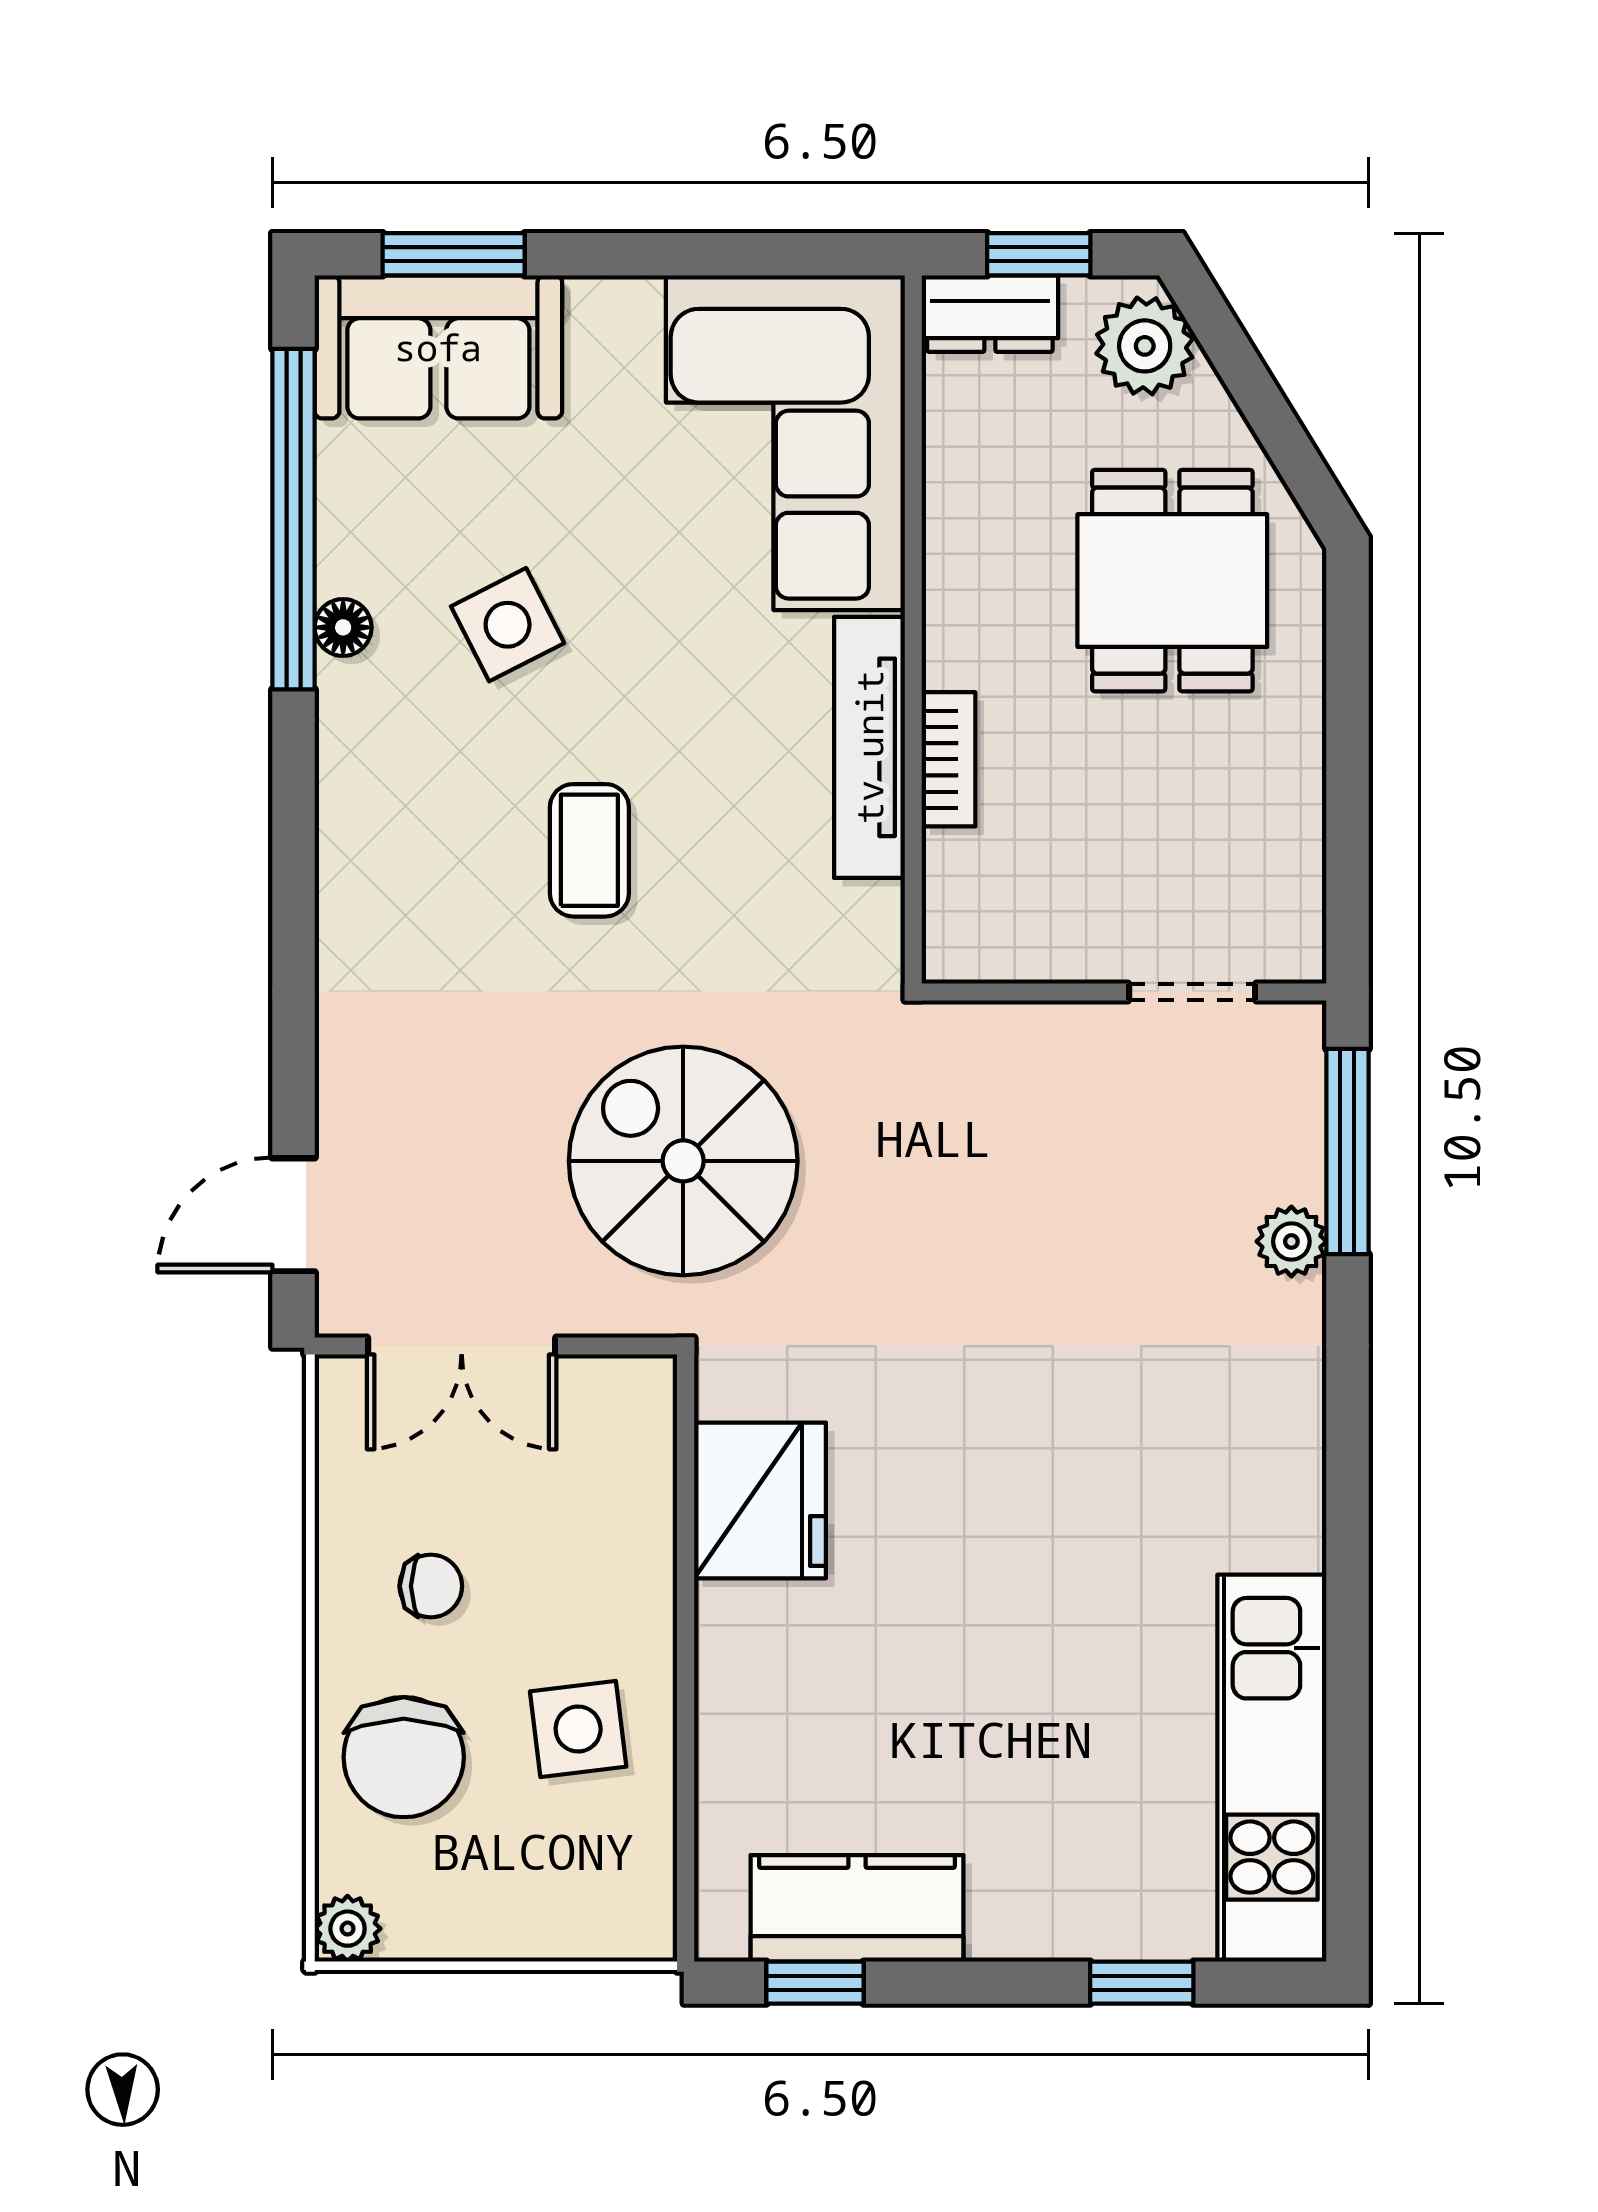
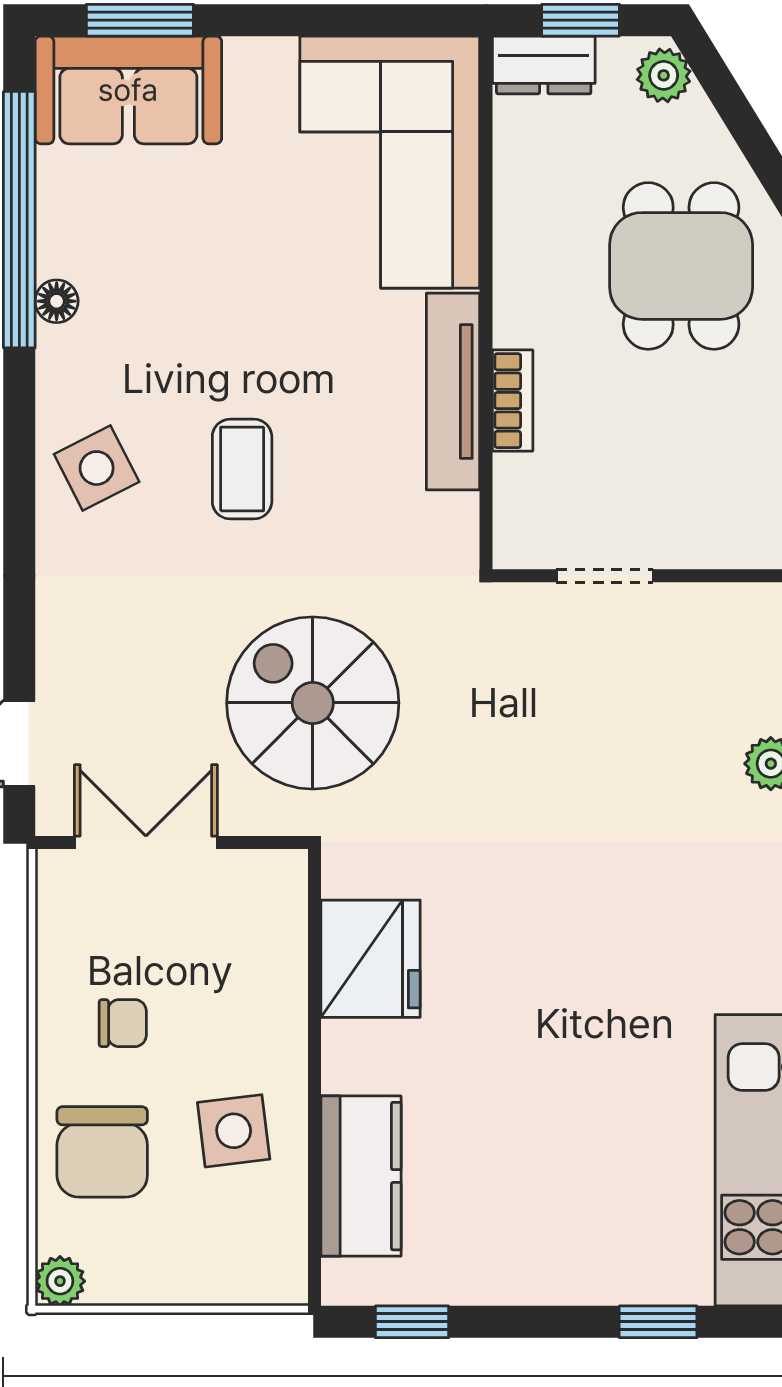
plant: (1145, 346) -> (664, 75), width x0.73, depth x0.73
side table: (508, 625) -> (97, 468), moved
doorway: (1192, 992) -> (605, 576), moved
double door: (462, 1346) -> (146, 842), swing flipped
kitchen counter: (857, 1908) -> (361, 1176), moved, turned 90

